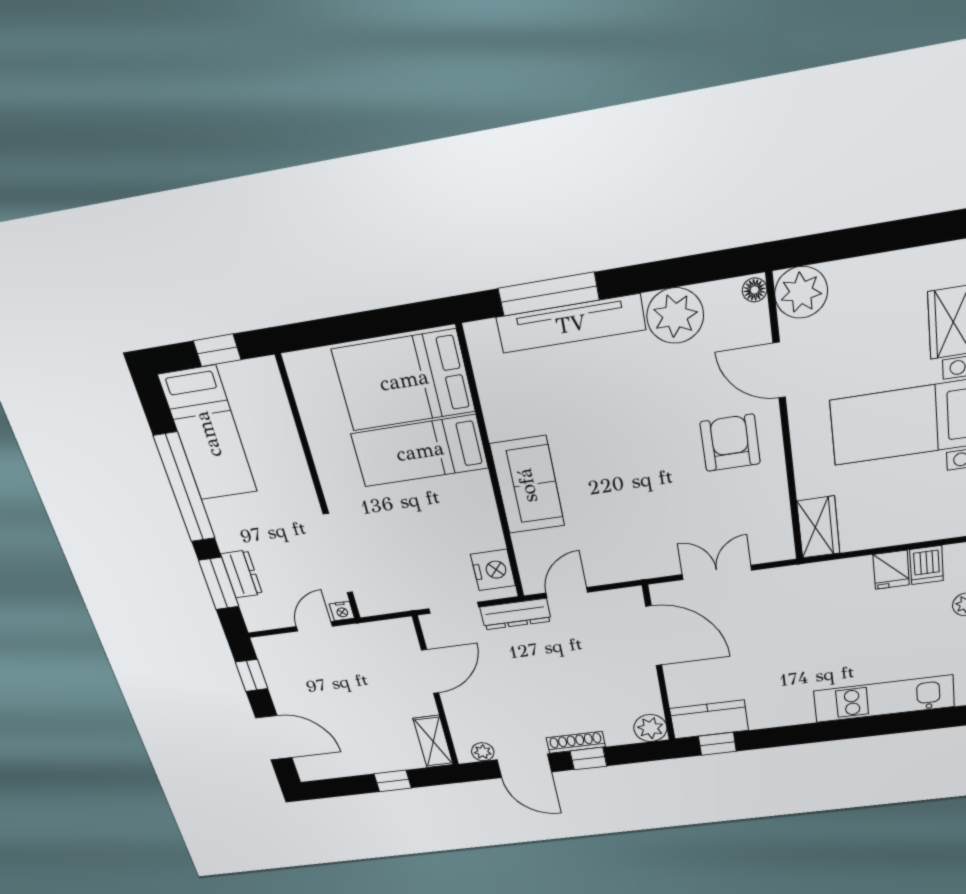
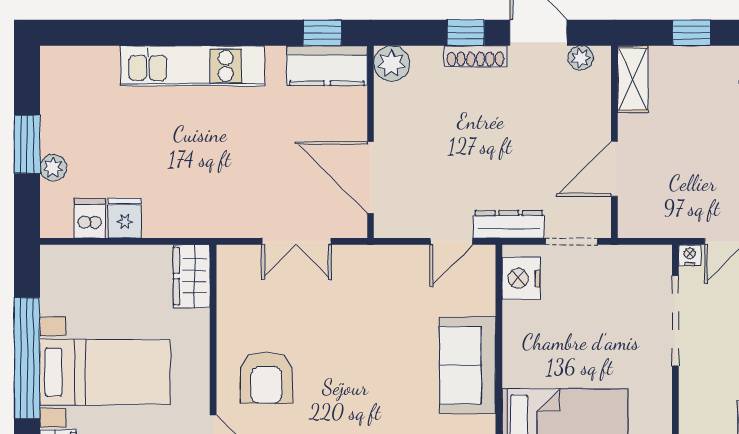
kitchen unit: (884, 699) -> (193, 66), moved

